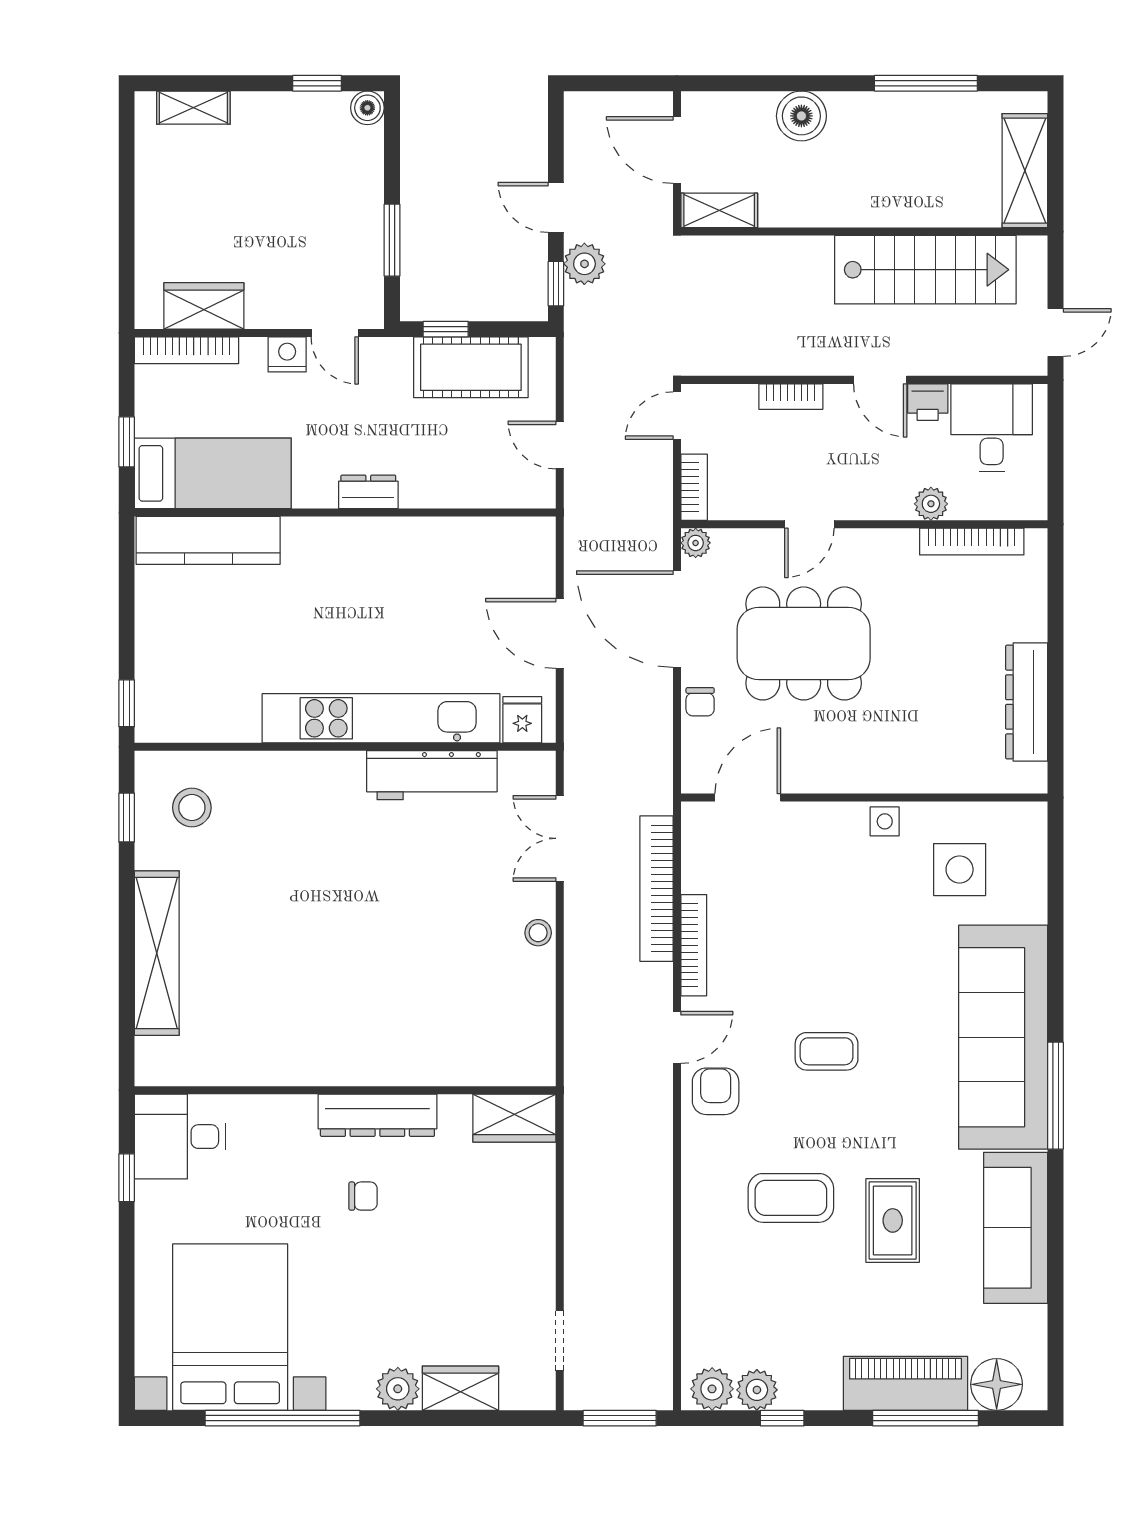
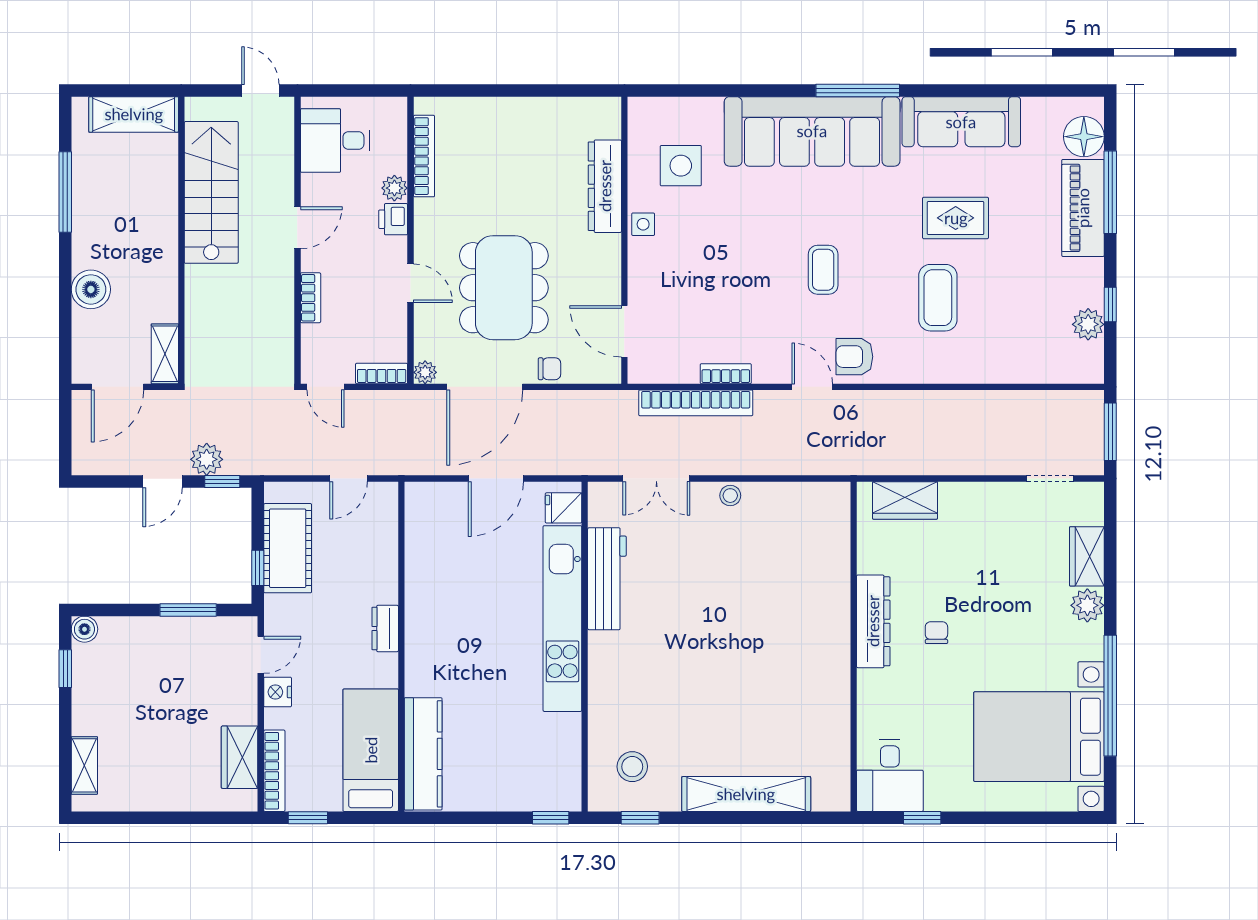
printer: (928, 402) -> (393, 219), moved, turned 180
window: (127, 442) -> (308, 818), moved
dresser: (1027, 702) -> (605, 186), moved, turned 90
bookcase: (694, 945) -> (726, 374), width x0.64
wardrobe: (514, 1118) -> (905, 500), moved, turned 90
plant: (712, 1389) -> (1087, 359), removed

